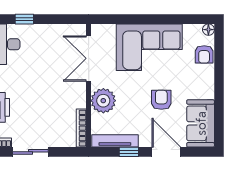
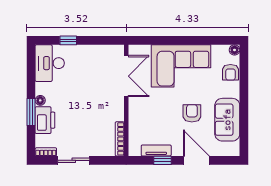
double door: (89, 58) -> (126, 76), swing flipped
plant: (103, 101) -> (140, 114), removed
sofa: (201, 123) -> (227, 120), moved
tv unit: (115, 141) -> (156, 150), width x0.71

